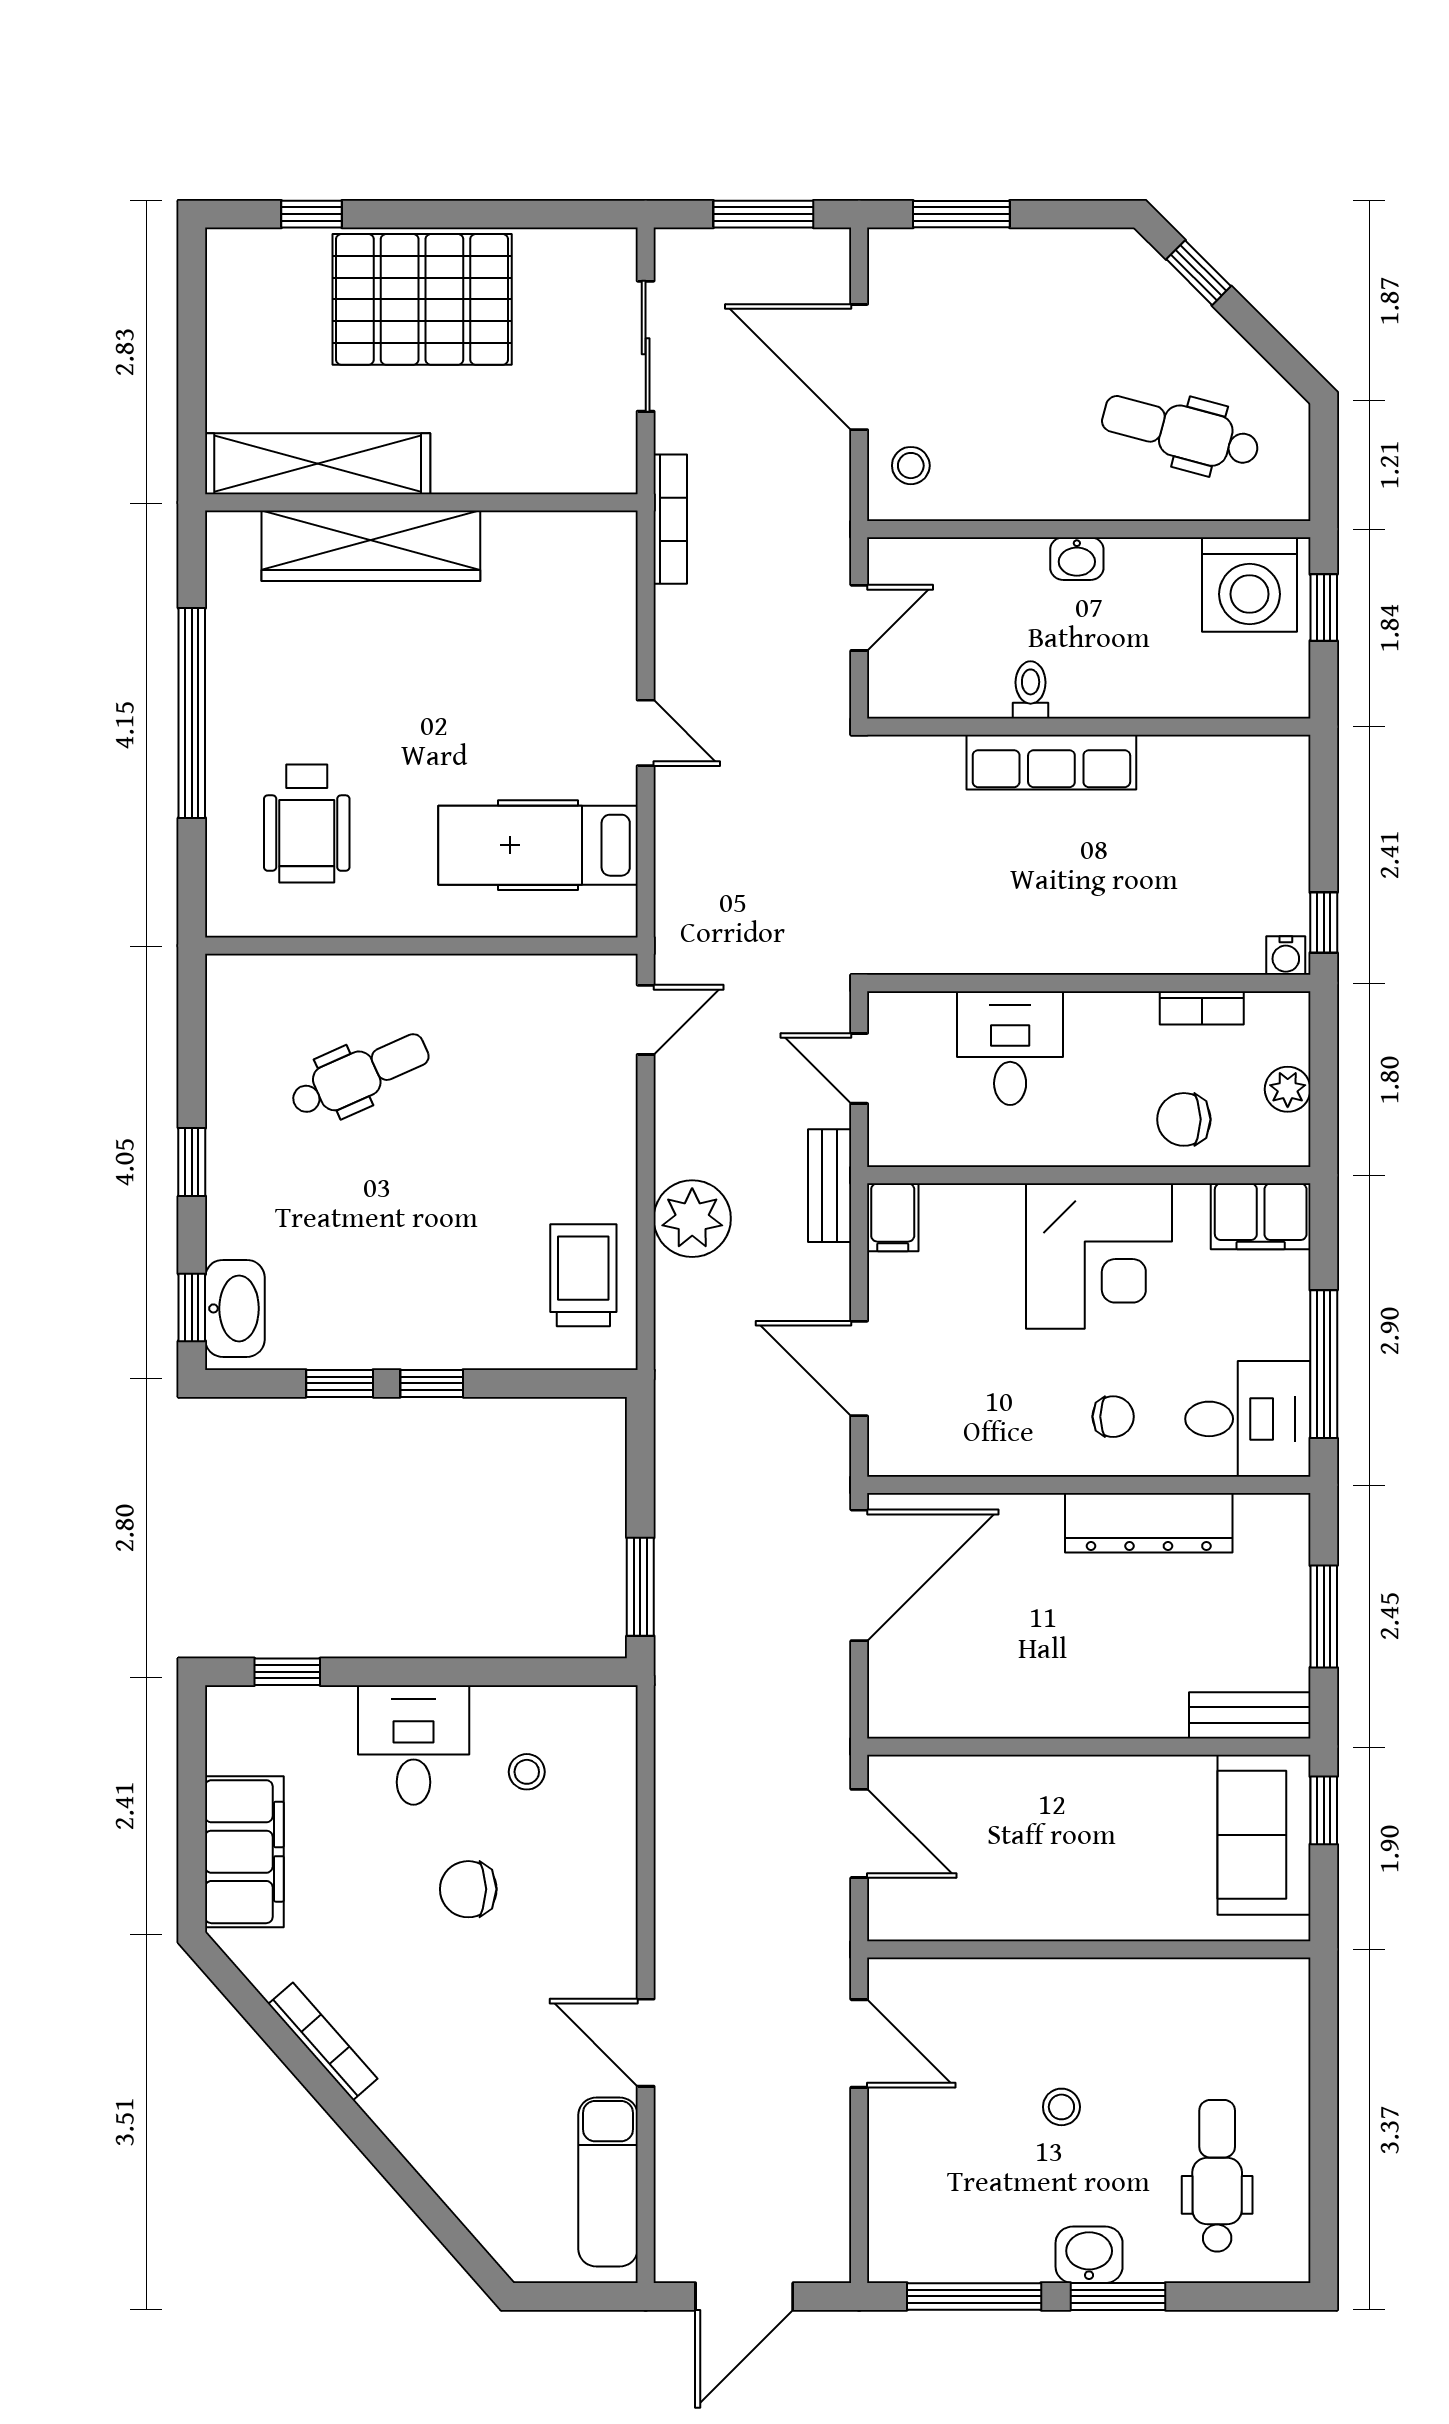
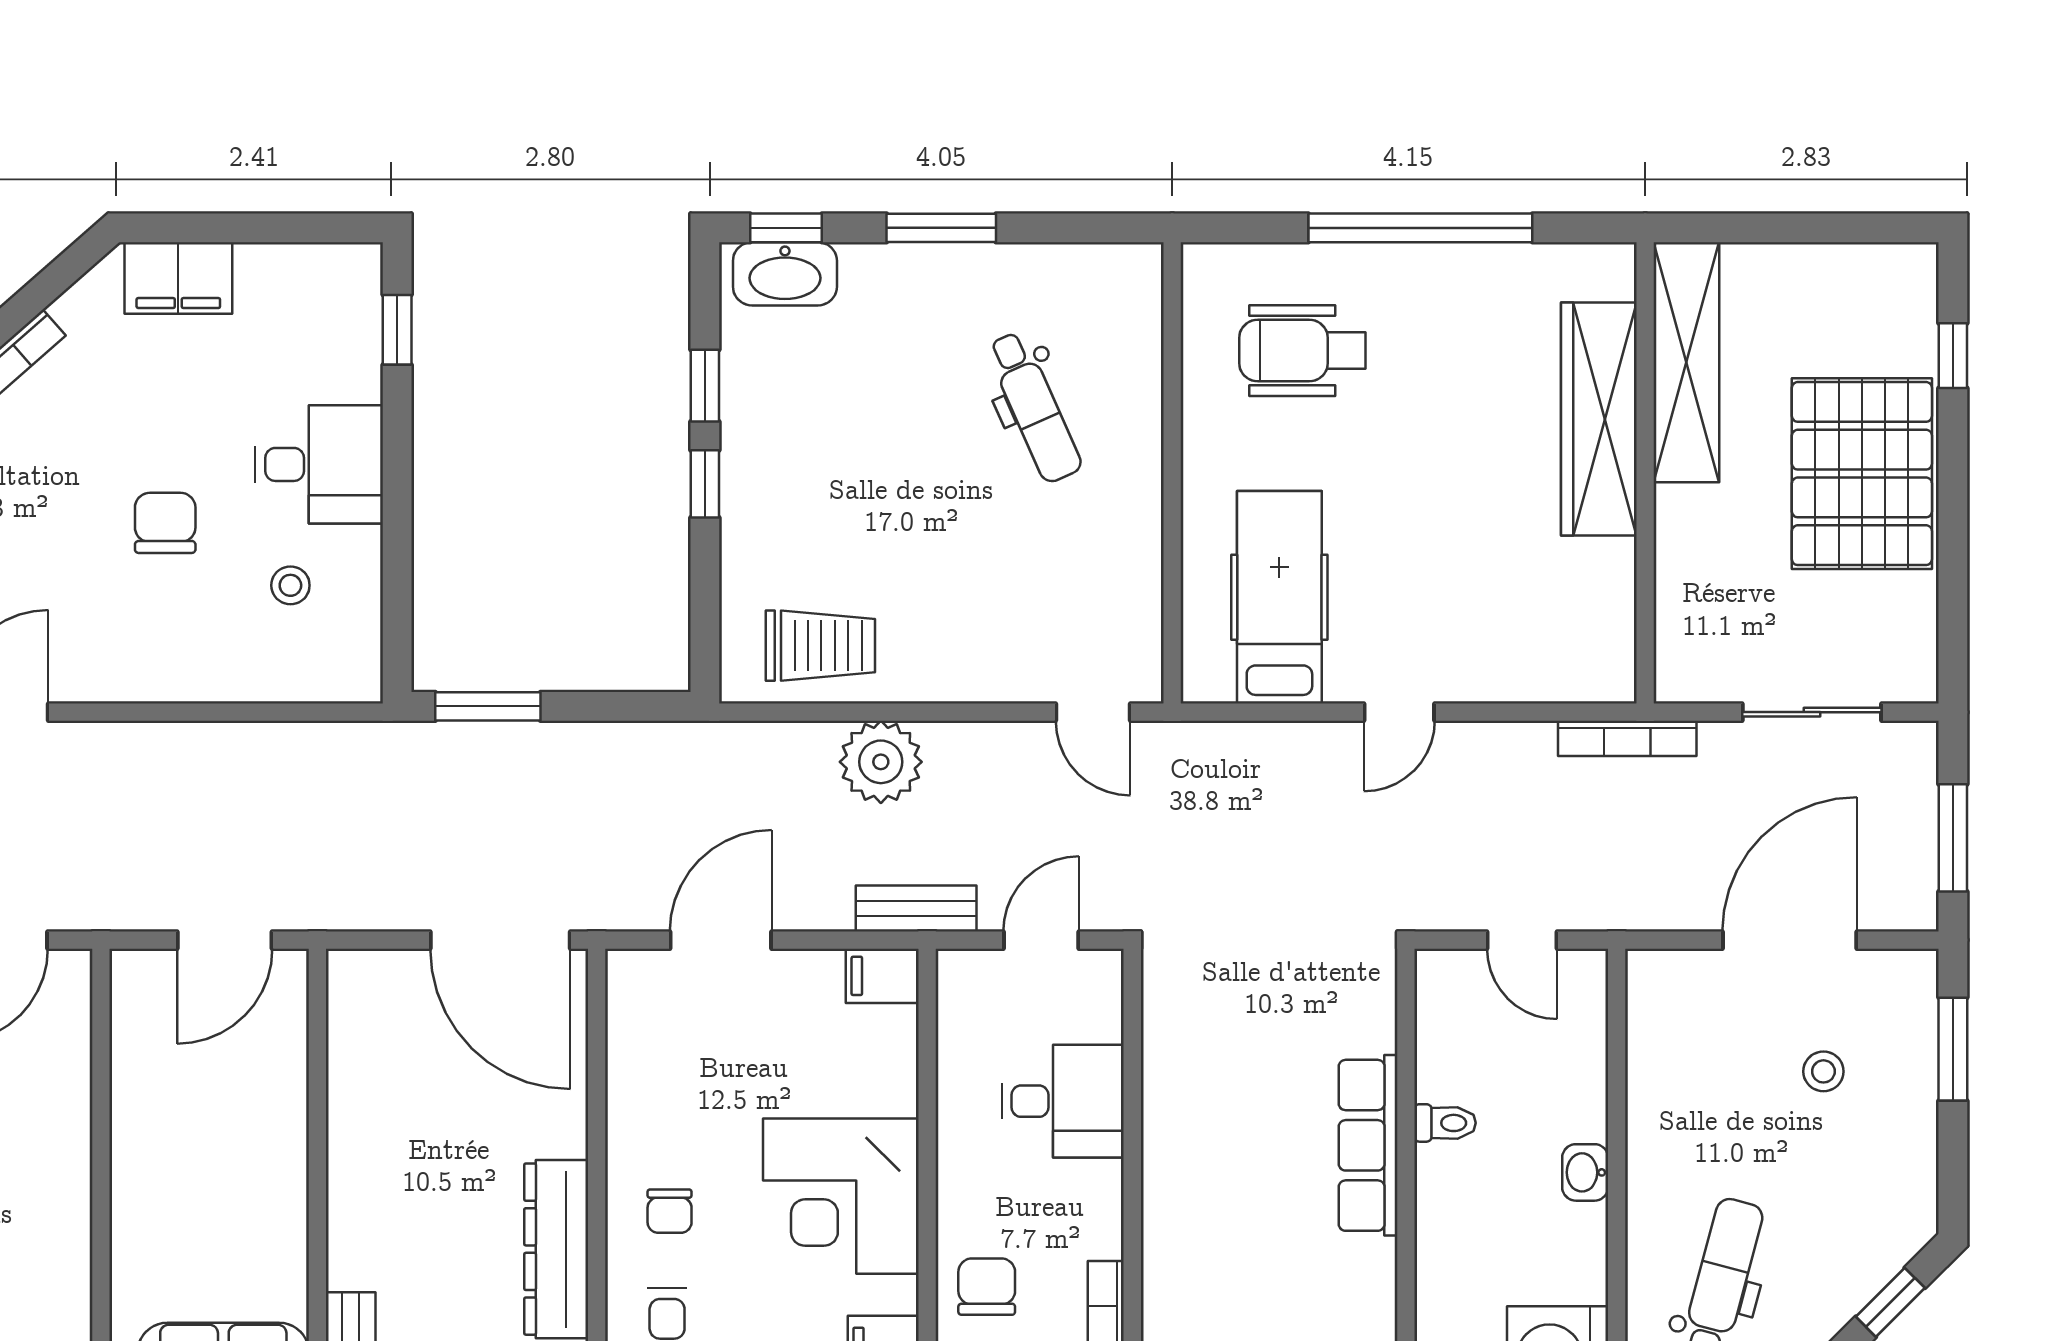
stool: (911, 466) -> (1823, 1071), moved
window: (192, 1162) -> (941, 228), width x1.50
filing cabinet: (244, 1852) -> (178, 278), width x0.67, depth x0.86

